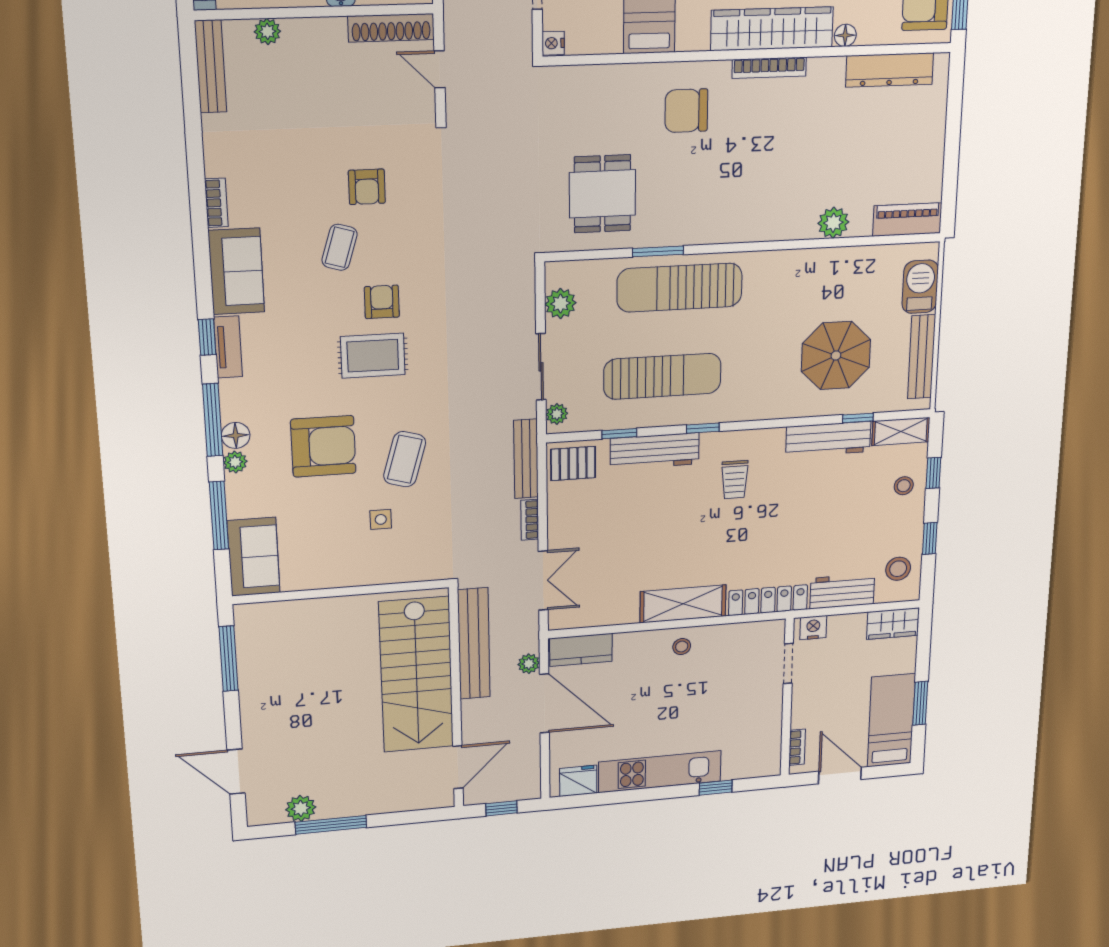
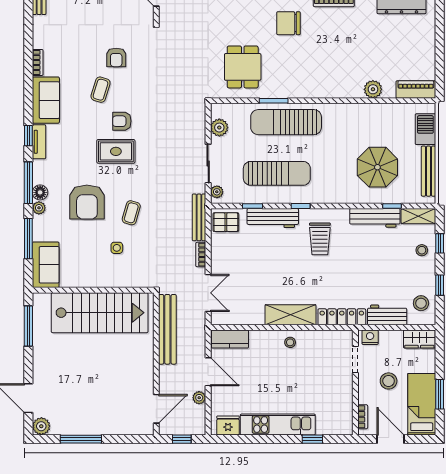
armchair: (382, 302) -> (122, 121), turned -90
armchair: (323, 446) -> (87, 202), turned 90
coffee table: (405, 459) -> (131, 213), width x0.73, depth x0.77
trolley: (735, 480) -> (320, 239), width x1.36, depth x1.39
plant: (529, 664) -> (199, 398), moved
stairs: (416, 675) -> (100, 313), moved, turned -90
stool: (840, 691) -> (389, 381), added
door: (544, 703) -> (208, 372), width x0.73
plant: (301, 808) -> (41, 426), moved

